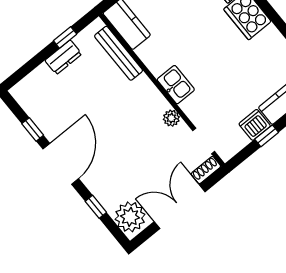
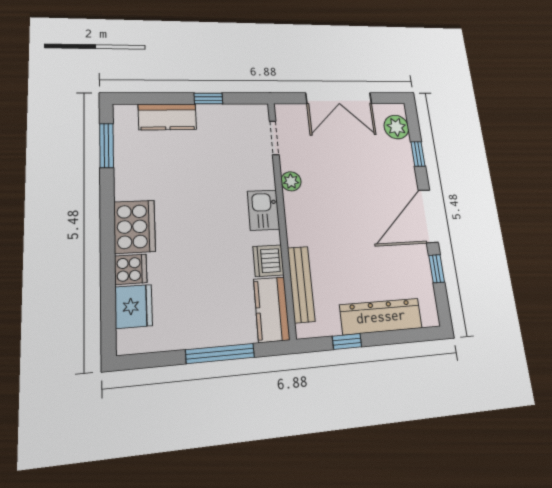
dresser: (63, 57) -> (381, 316), width x1.96, depth x1.24
dishwasher: (255, 125) -> (268, 261), moved, turned 90
shoe rack: (206, 170) -> (291, 111), removed
plant: (130, 217) -> (396, 127), width x0.73, depth x0.73

